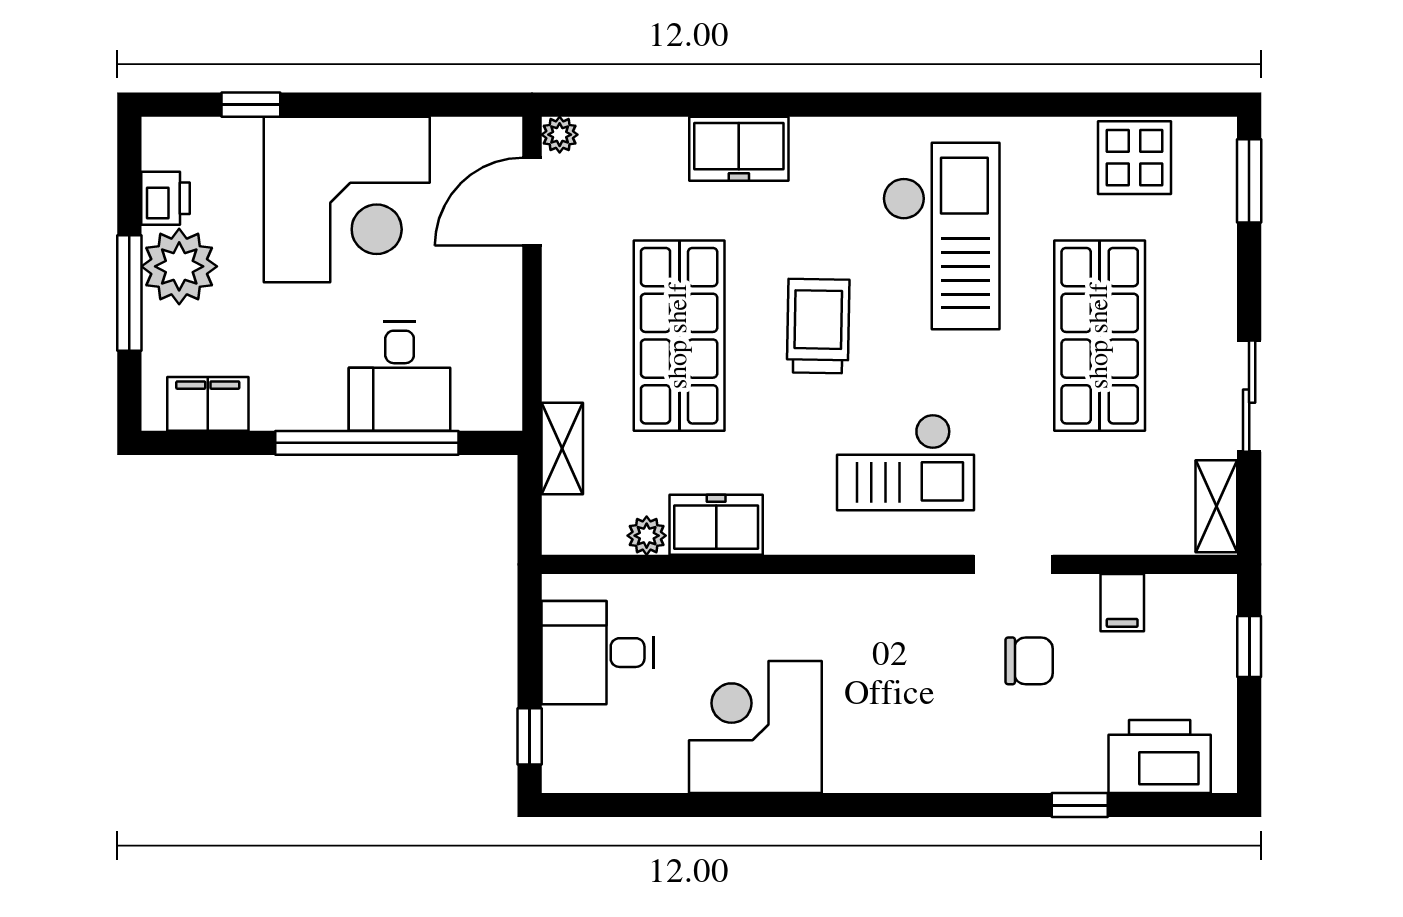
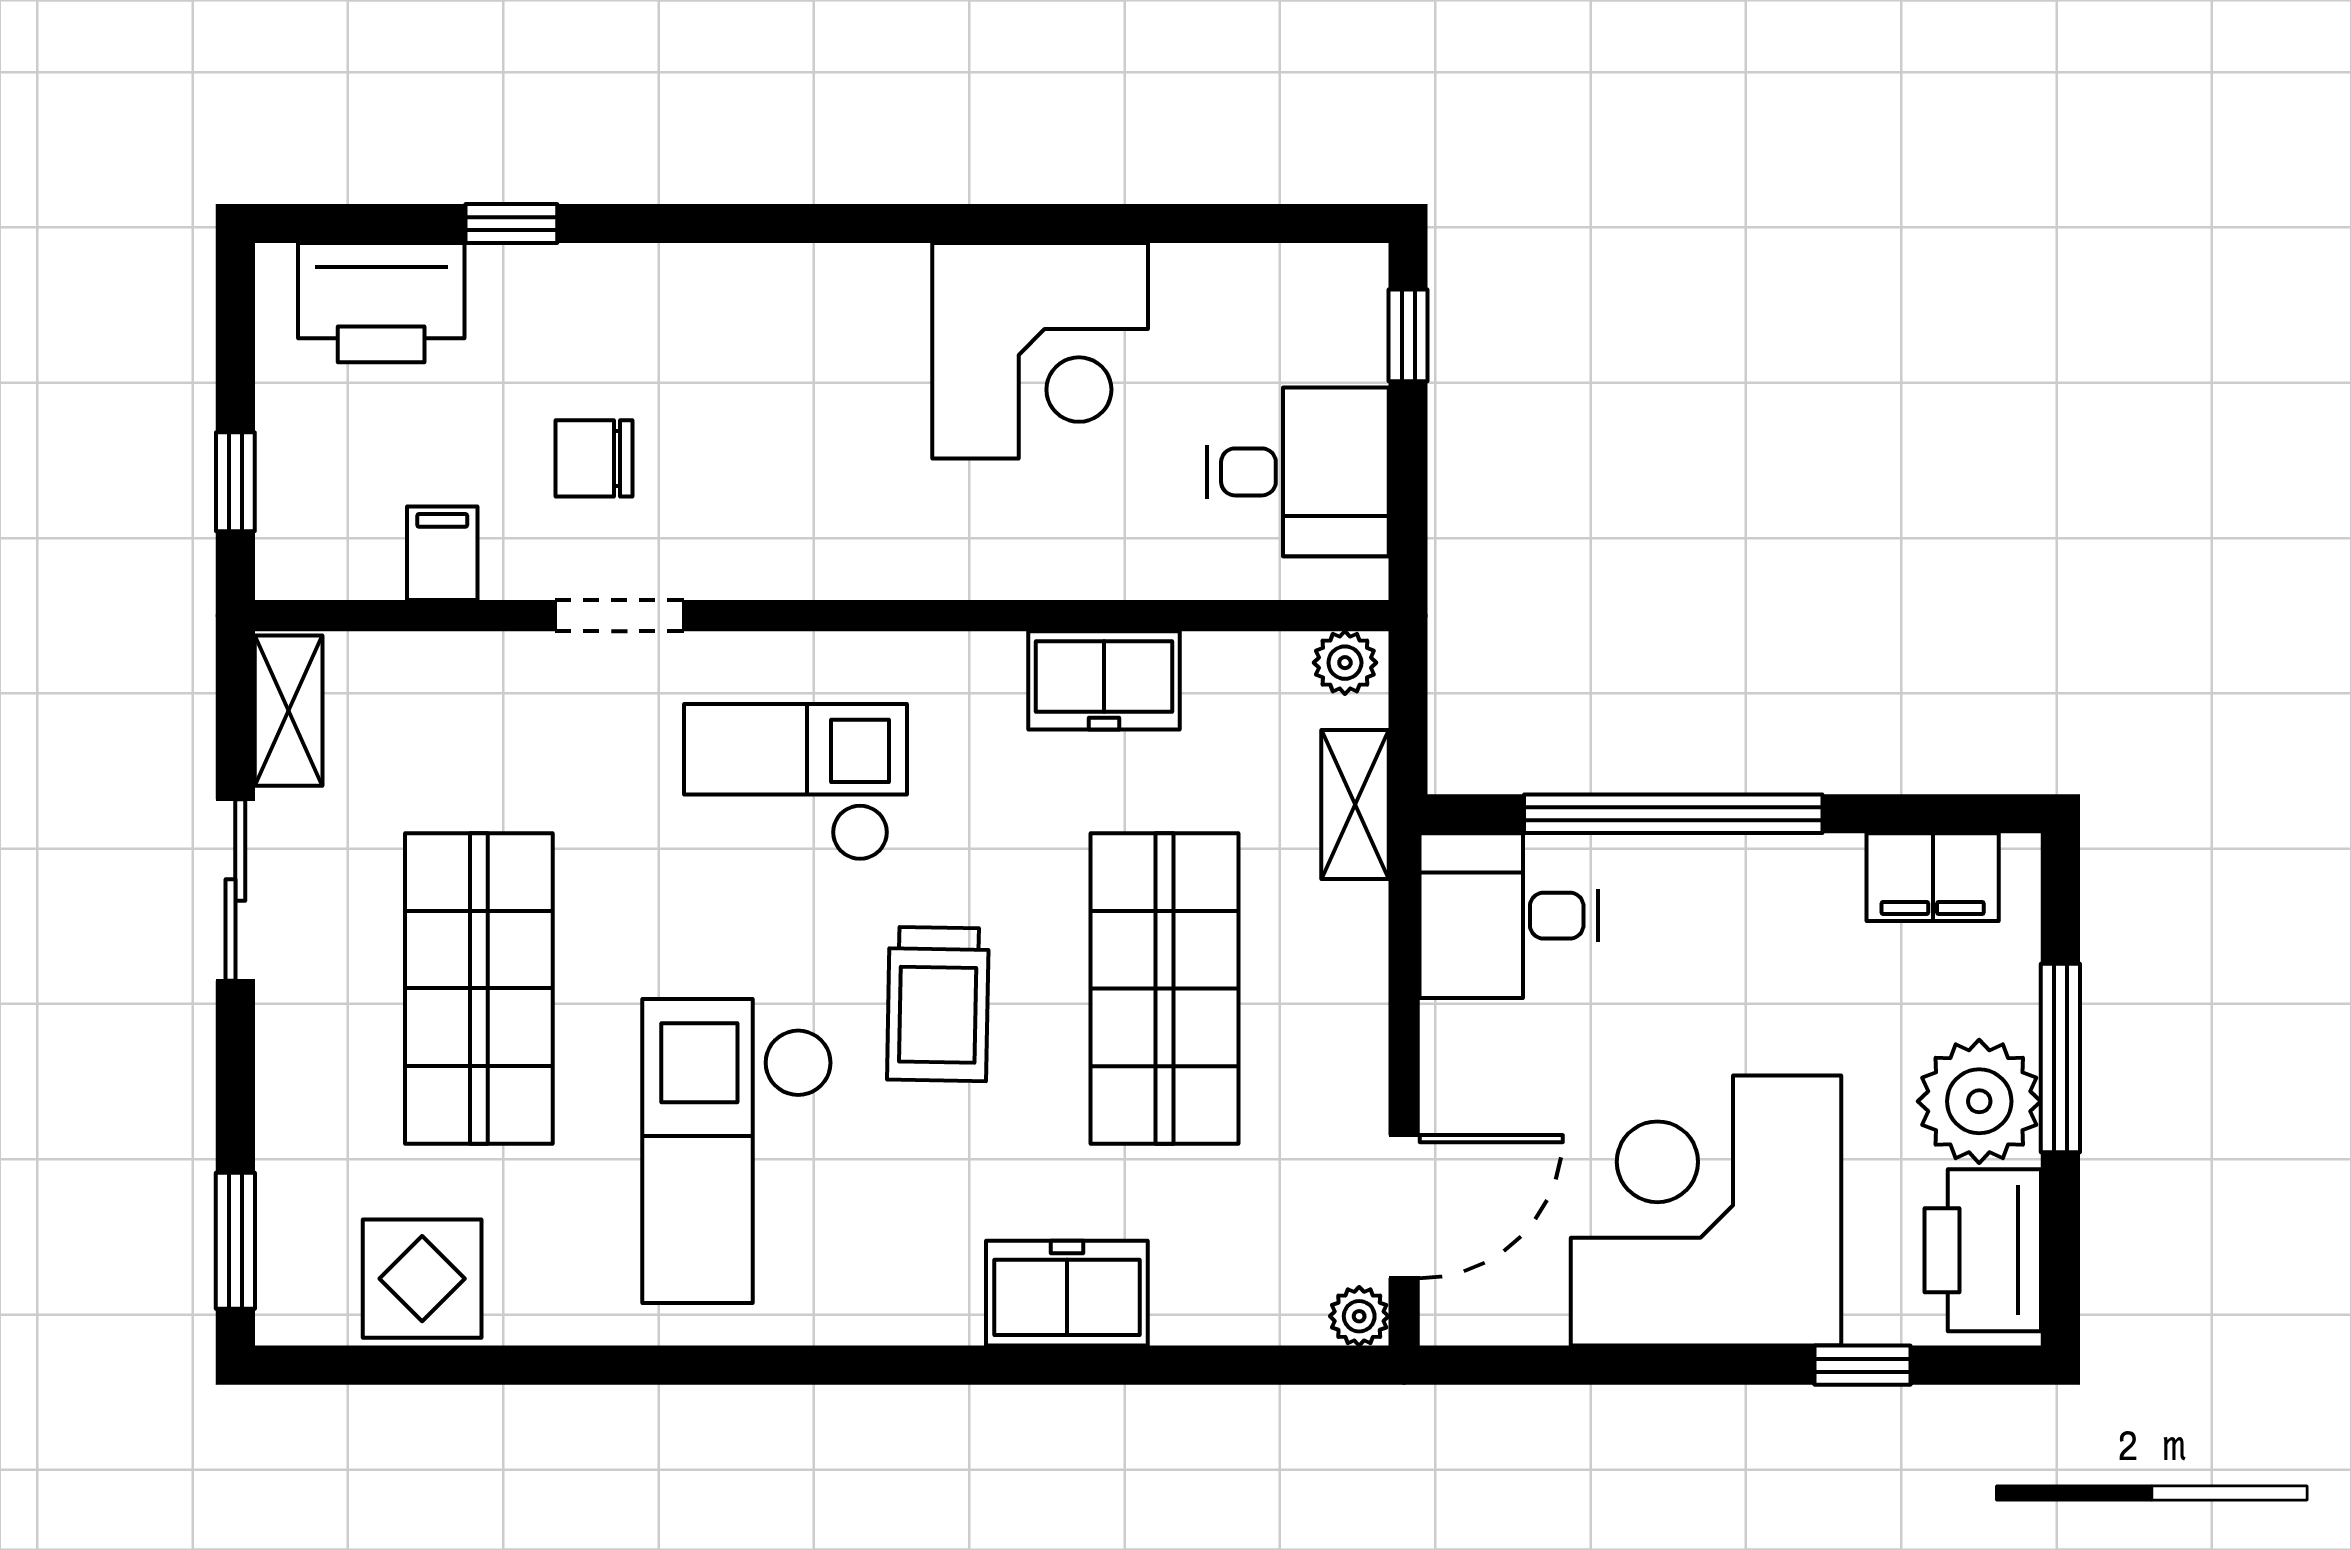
printer: (165, 198) -> (1983, 1250), width x1.87, depth x1.48
desk: (400, 376) -> (1509, 916), moved, turned -90
plant: (647, 536) -> (1345, 663), moved

